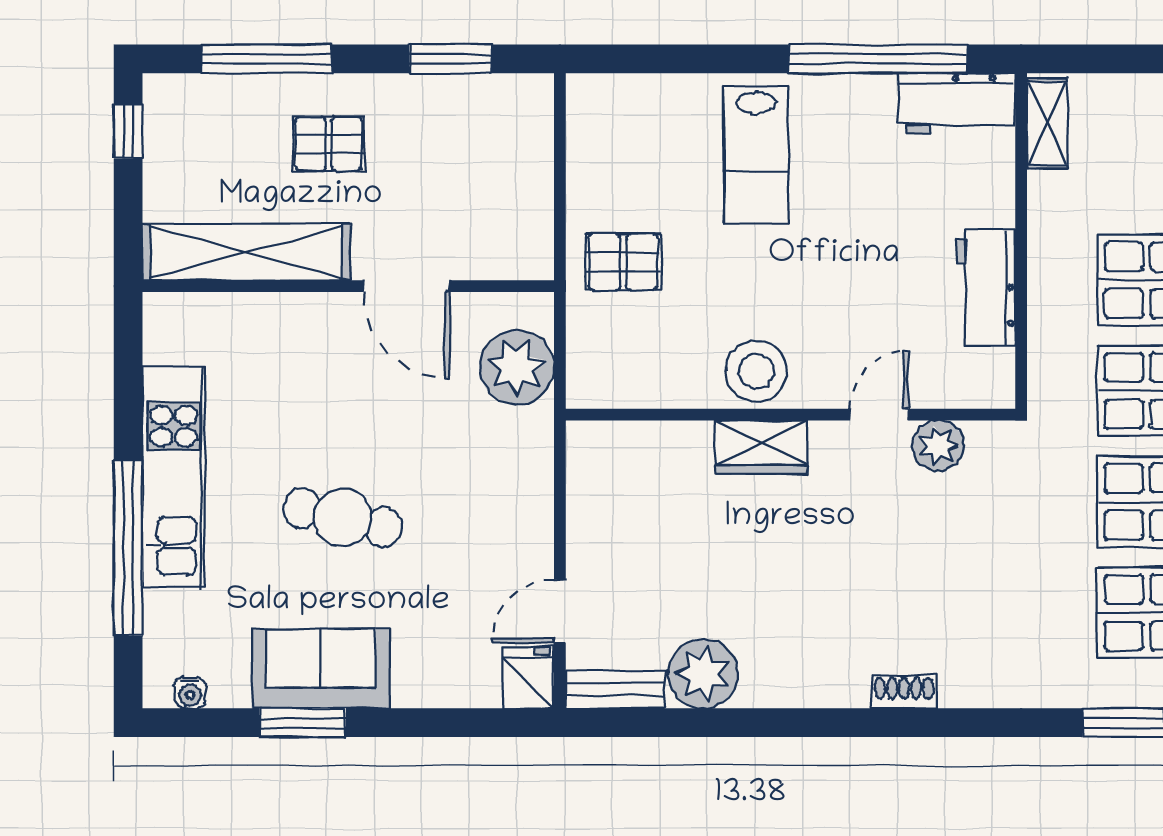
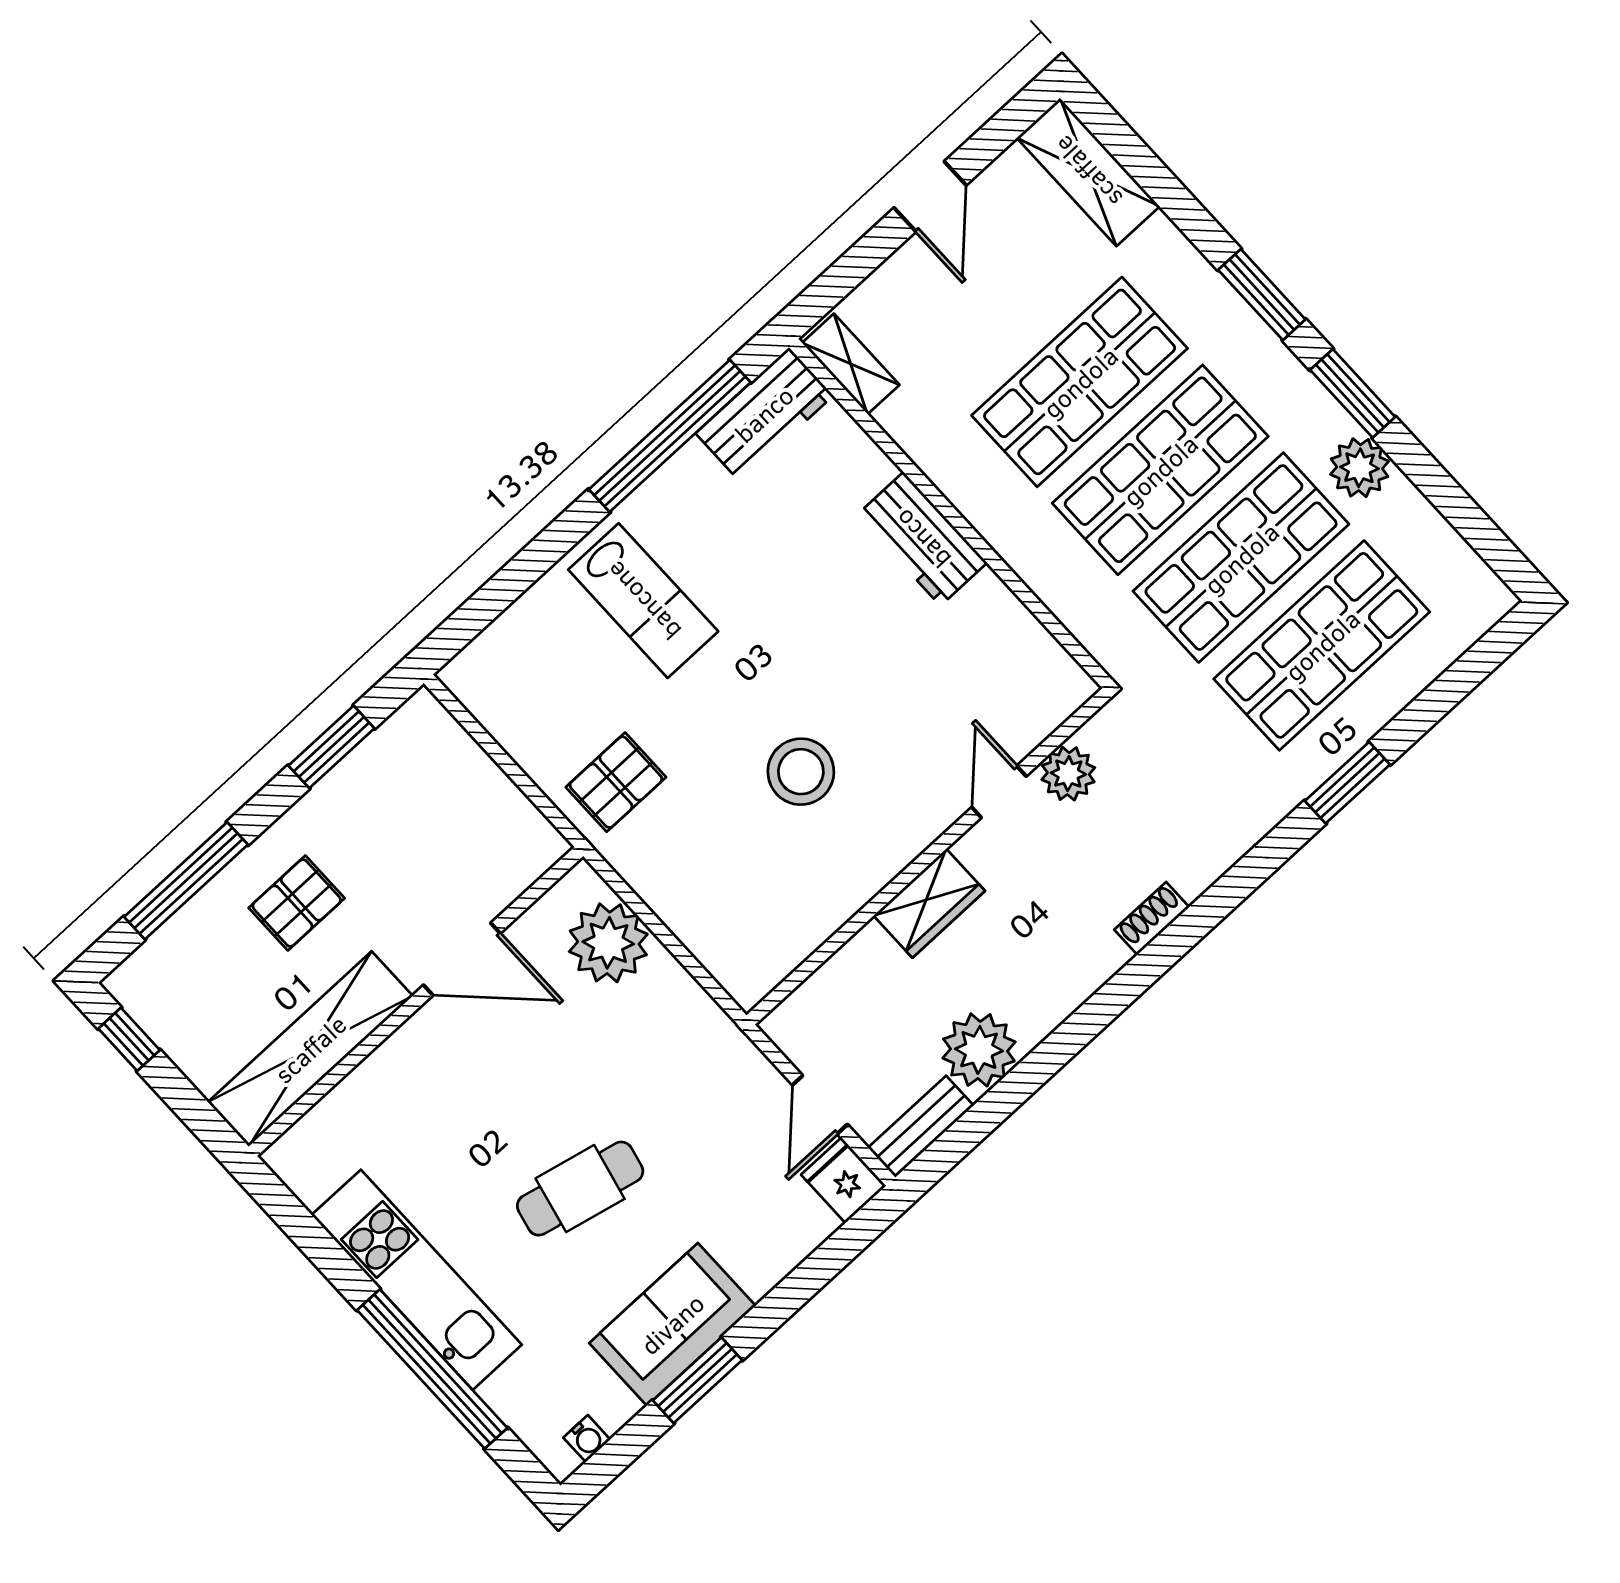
wall: (790, 415) -> (929, 856), moved
door: (879, 415) -> (999, 792), moved
plant: (938, 446) -> (1068, 774), moved
wardrobe: (761, 447) -> (929, 903), moved

